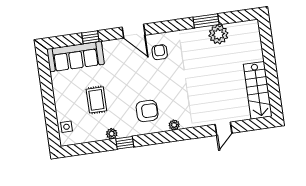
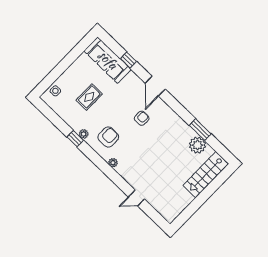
armchair: (160, 52) -> (142, 118), moved
stairs: (258, 90) -> (206, 175), moved
armchair: (147, 111) -> (108, 137), turned -90
plant: (112, 134) -> (84, 134), moved

